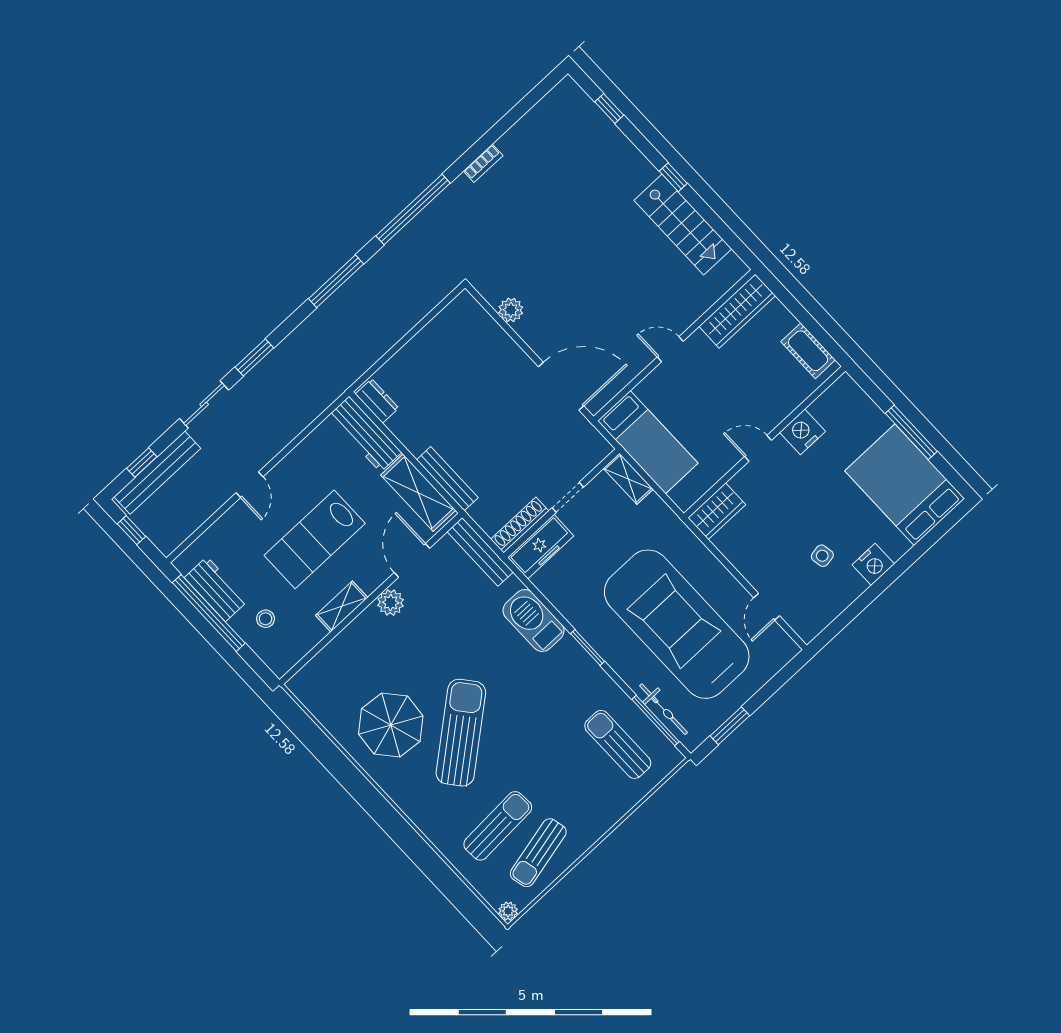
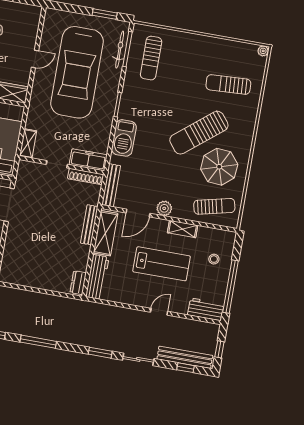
workbench: (216, 589) -> (206, 309), moved, turned 90
door: (767, 607) -> (35, 59), moved
sun lounger: (538, 853) -> (214, 206), moved

